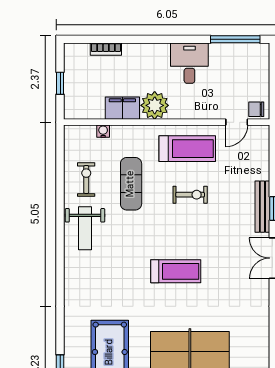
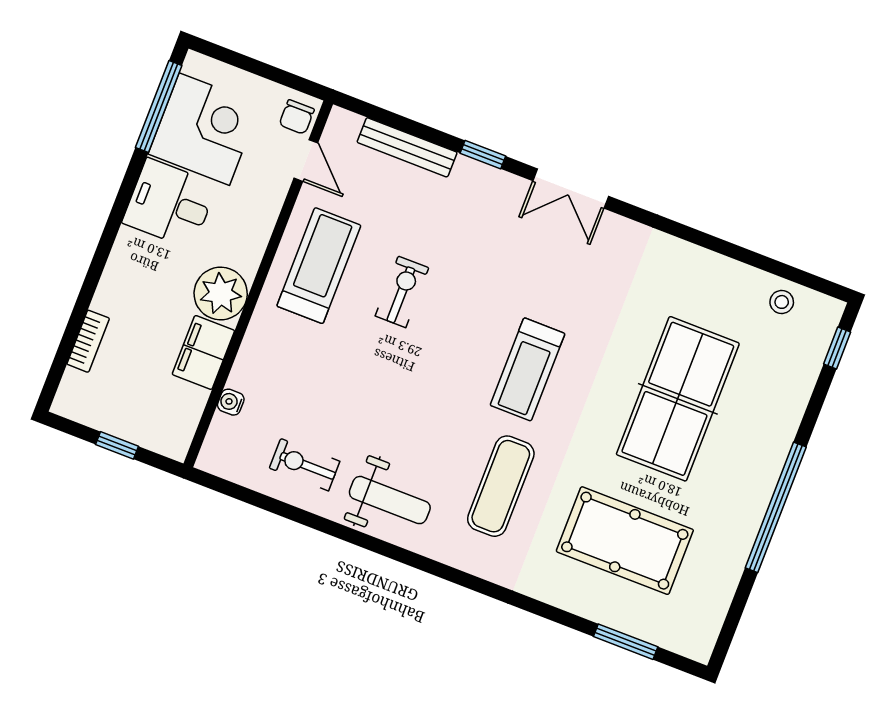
corner desk: (233, 66) -> (204, 129), added
exercise mat: (131, 184) -> (501, 486), moved, turned 90
bench: (262, 207) -> (407, 147), moved
treadmill: (176, 271) -> (527, 369), turned 180

